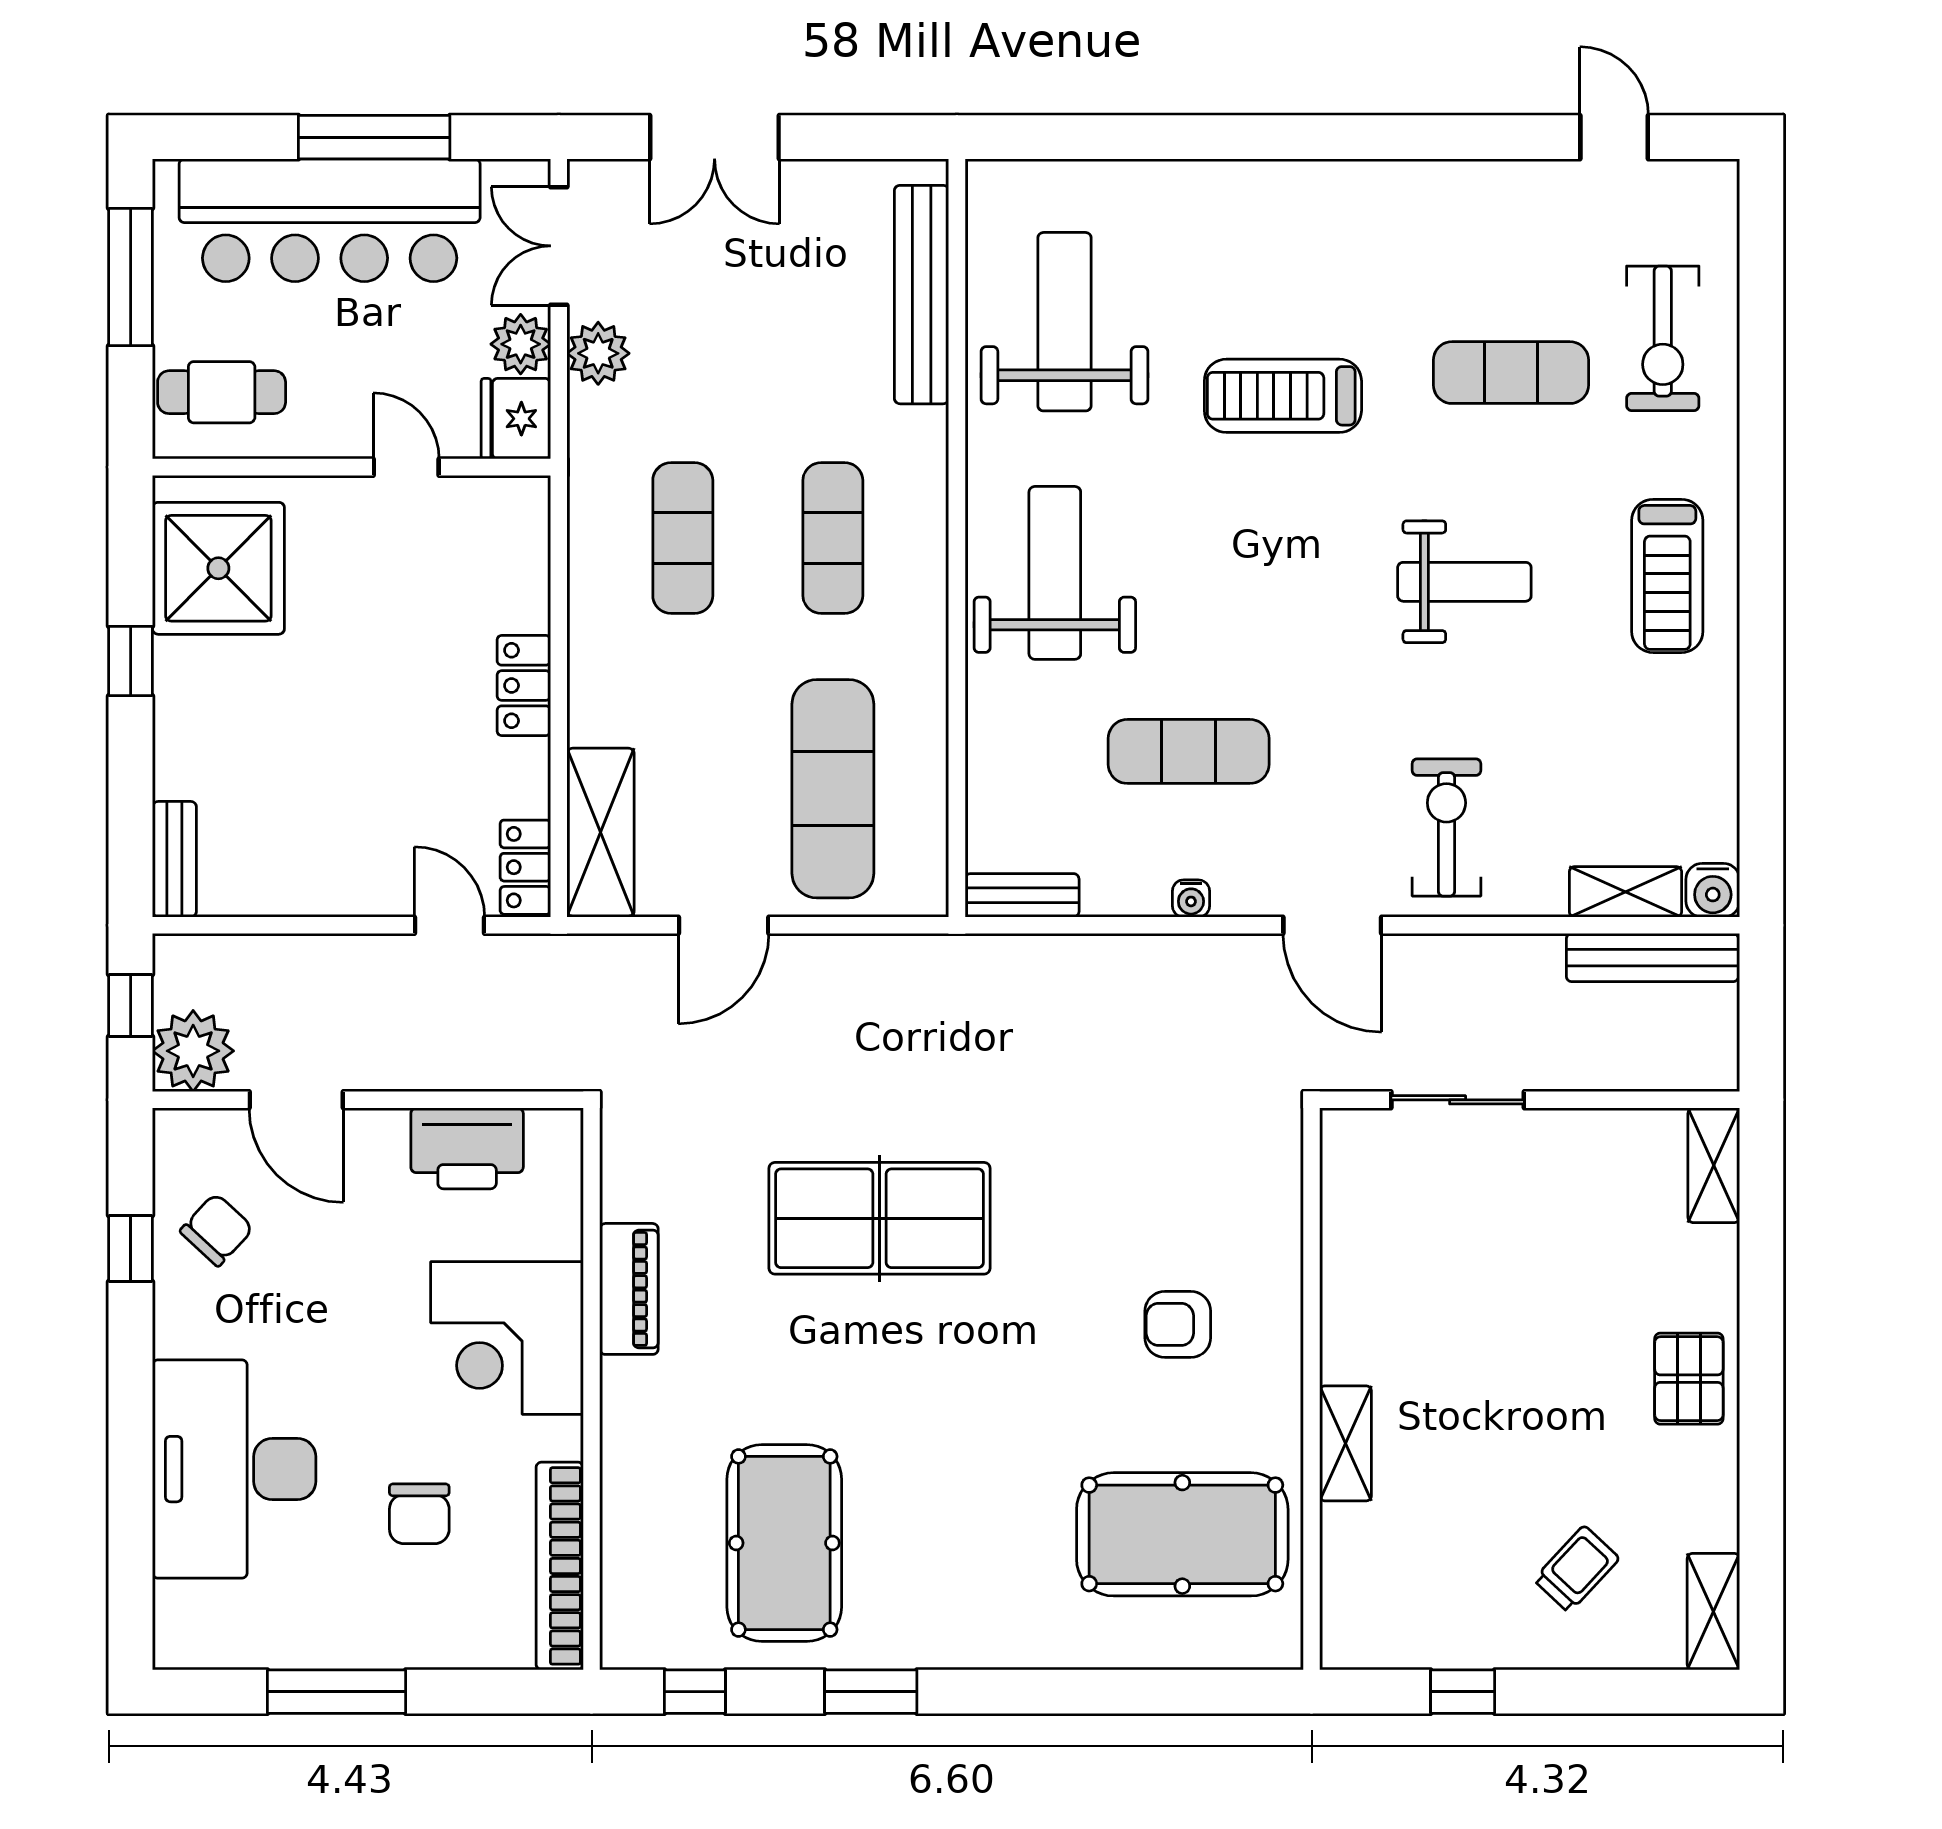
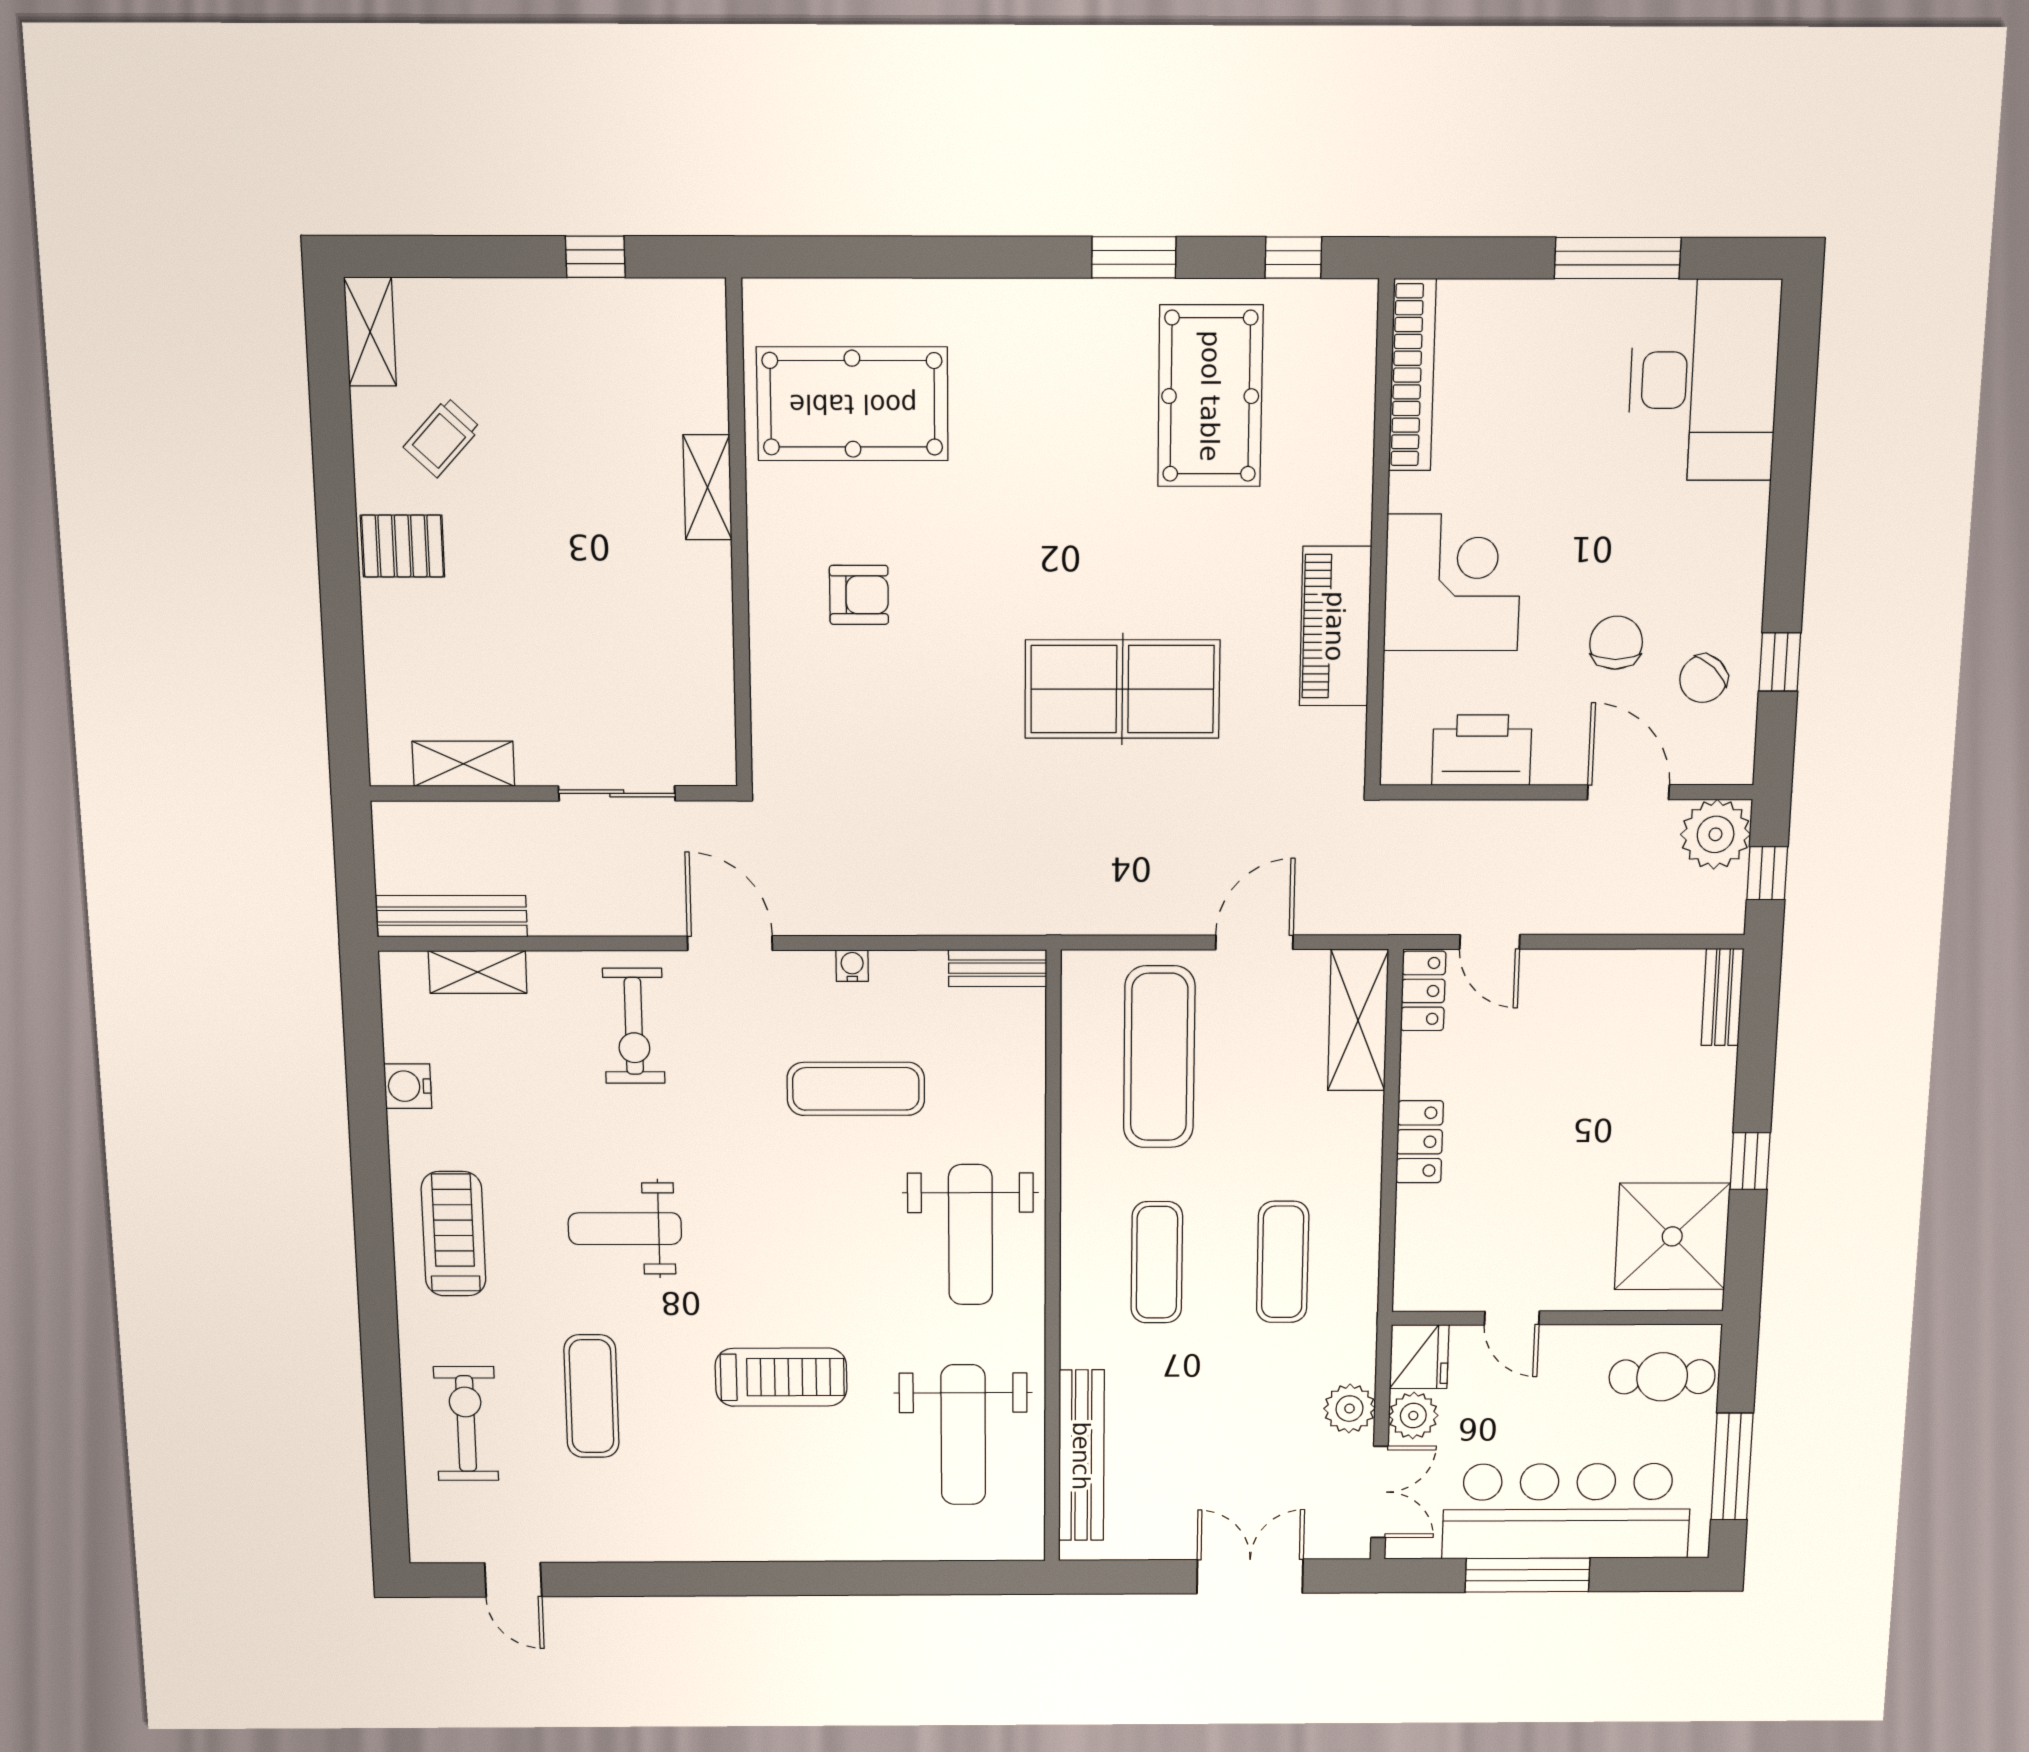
exercise mat: (1511, 373) -> (591, 1396), turned 90
water cooler: (1713, 890) -> (408, 1086), moved, turned -90
shelving: (1714, 1165) -> (463, 764), moved, turned 90
piano: (629, 1289) -> (1335, 626), width x1.37, depth x1.33
pallet: (1689, 1379) -> (403, 546), turned 90
desk: (234, 1469) -> (1704, 380), moved
chair: (419, 1514) -> (1616, 643), moved
trolley: (1576, 1569) -> (442, 437), moved

